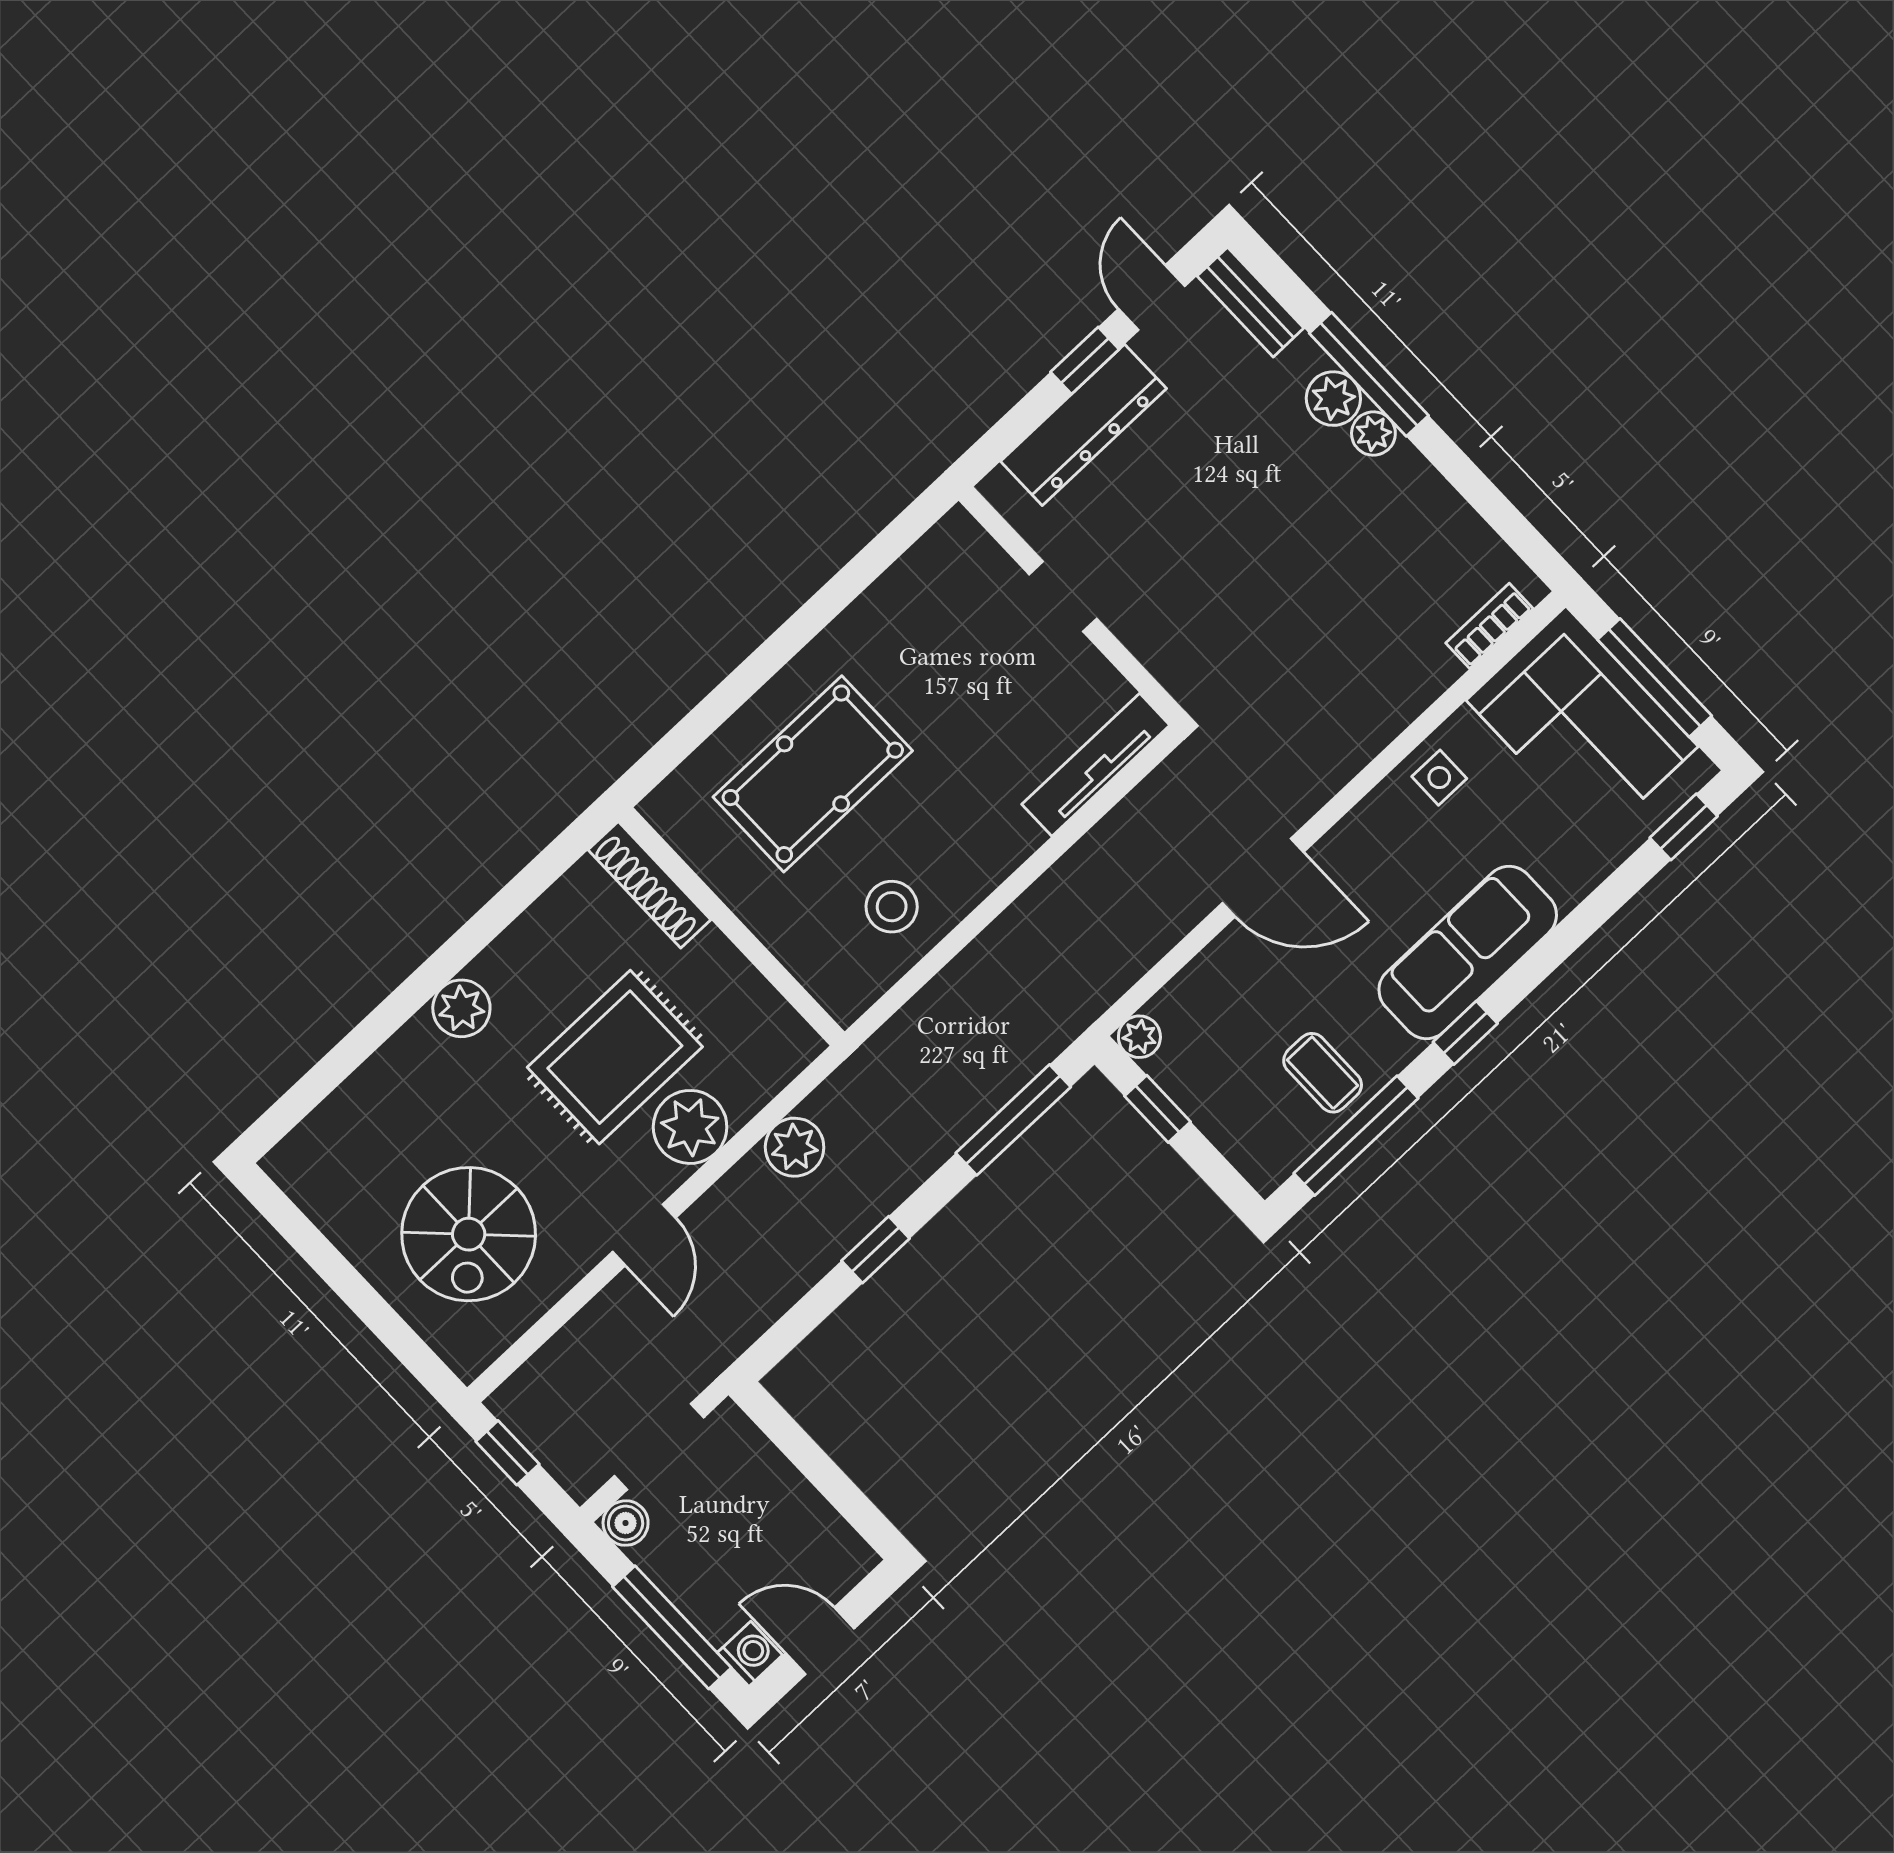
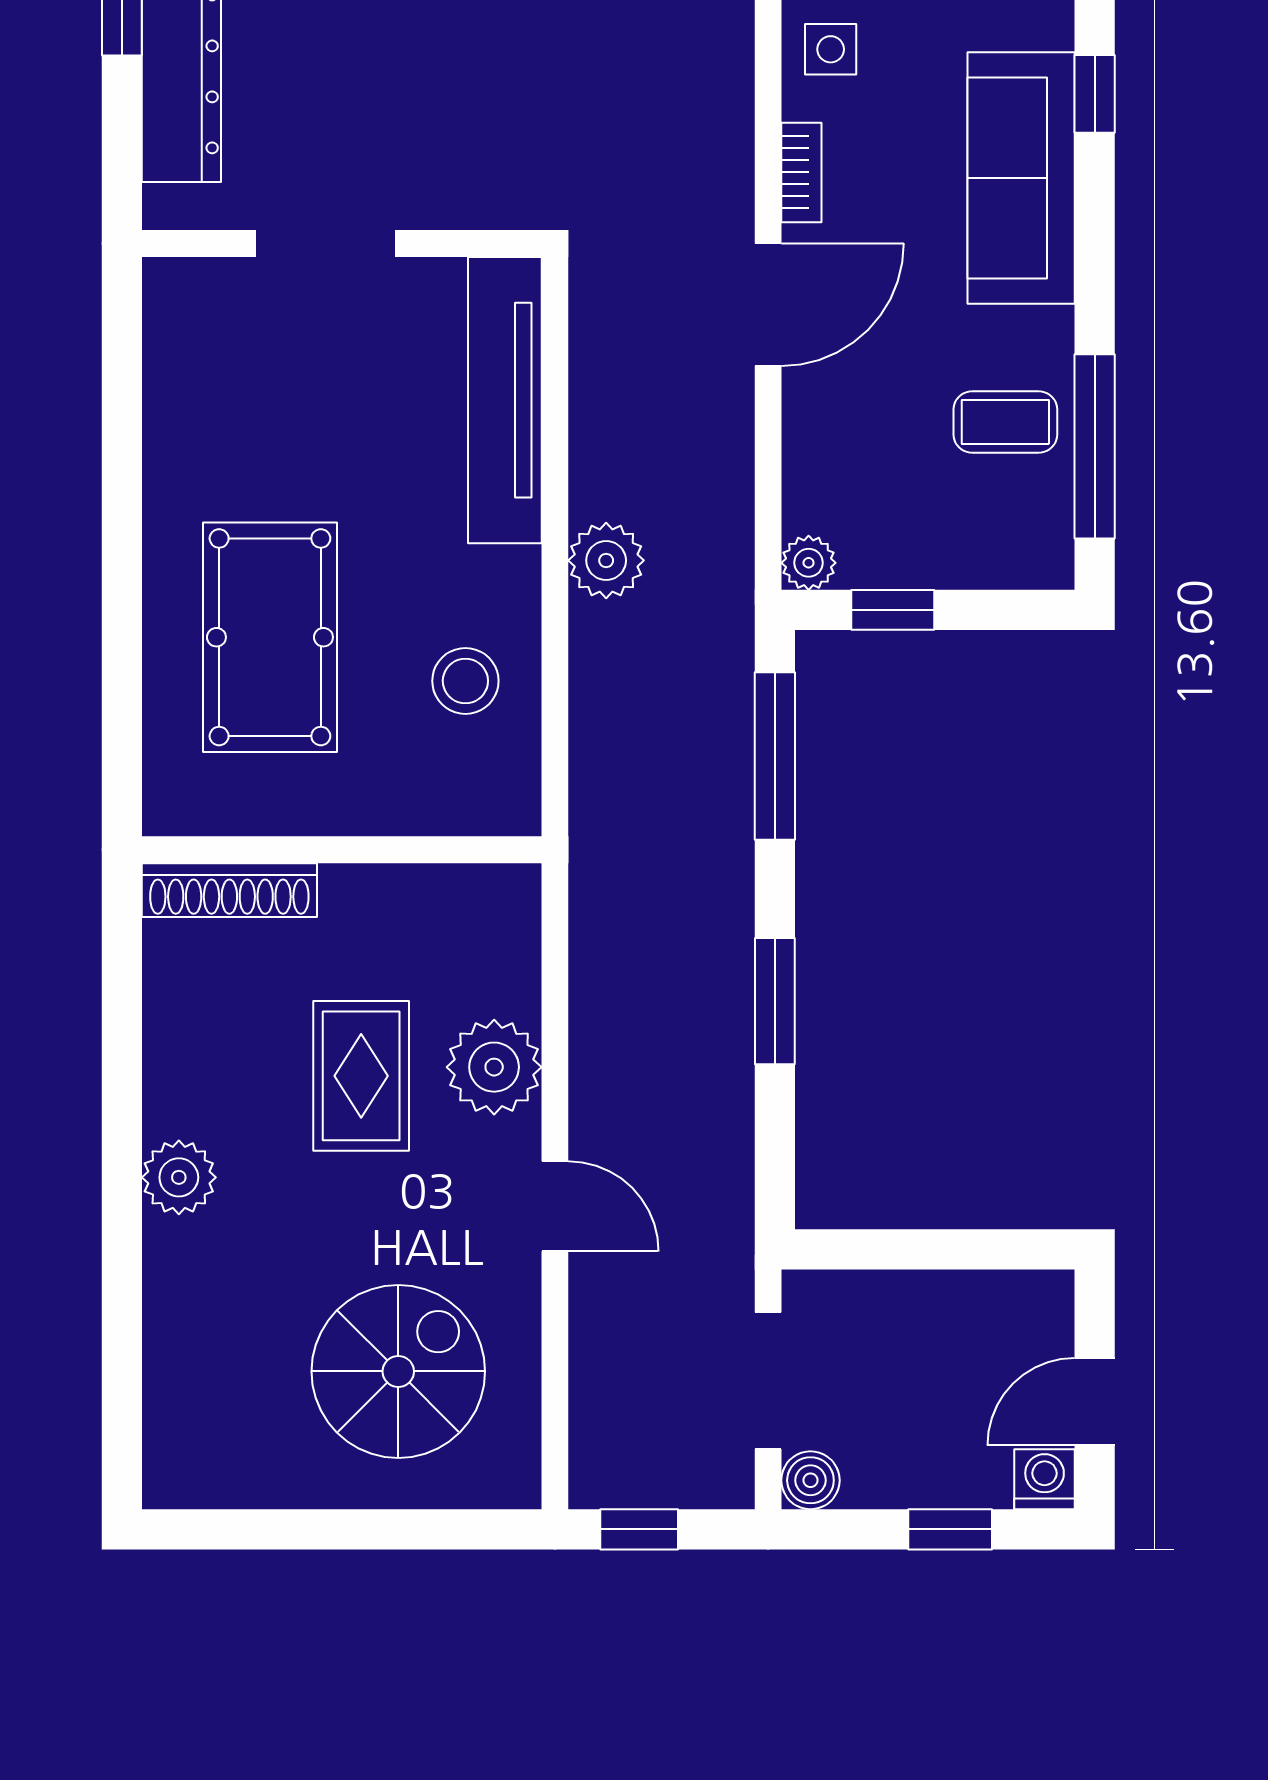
doorway: (1063, 597) -> (325, 243), width x1.38
tv unit: (1096, 765) -> (505, 400), width x1.36, depth x1.29
bookcase: (1355, 826) -> (801, 172), added
window: (1465, 1033) -> (1095, 94), moved
rug: (615, 1057) -> (361, 1076), width x0.73, depth x0.70
plant: (795, 1147) -> (606, 560), moved
spiral stairs: (469, 1234) -> (398, 1371), turned -90
window: (876, 1250) -> (775, 1001), width x1.50
window: (672, 1627) -> (950, 1529), width x0.46

